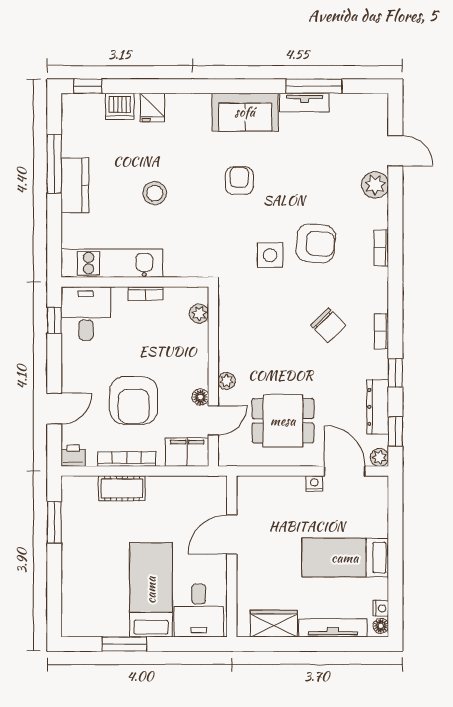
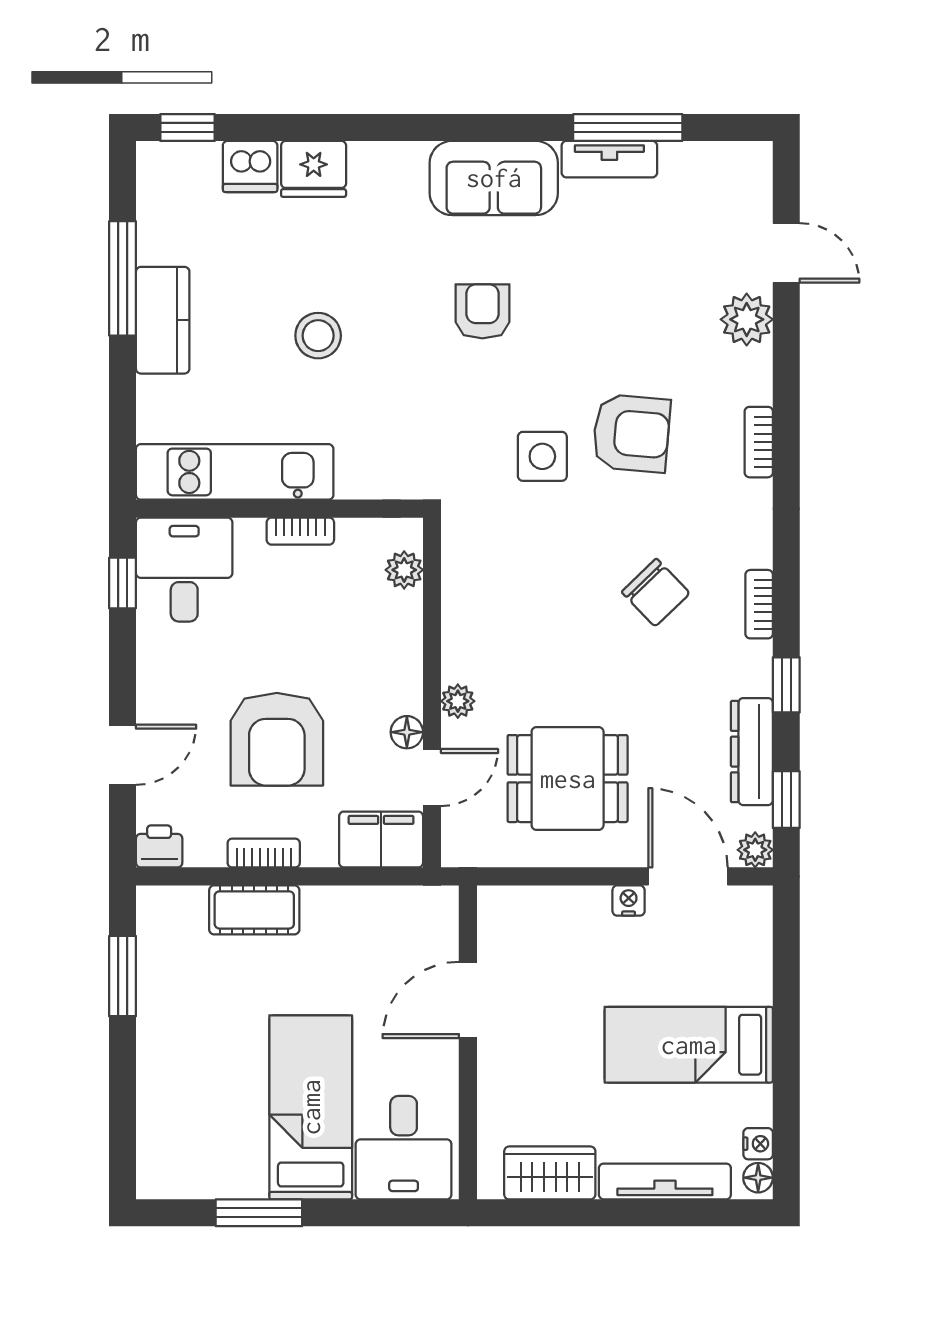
fridge: (152, 108) -> (314, 169), width x1.38
bookcase: (127, 459) -> (264, 853), width x0.64

